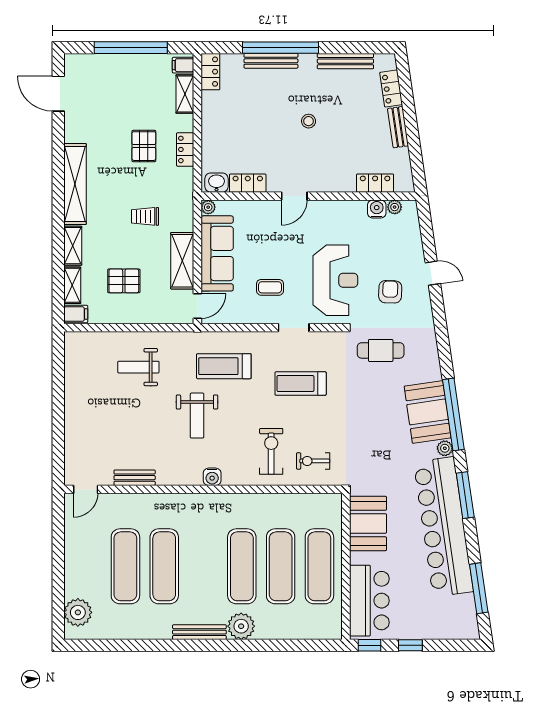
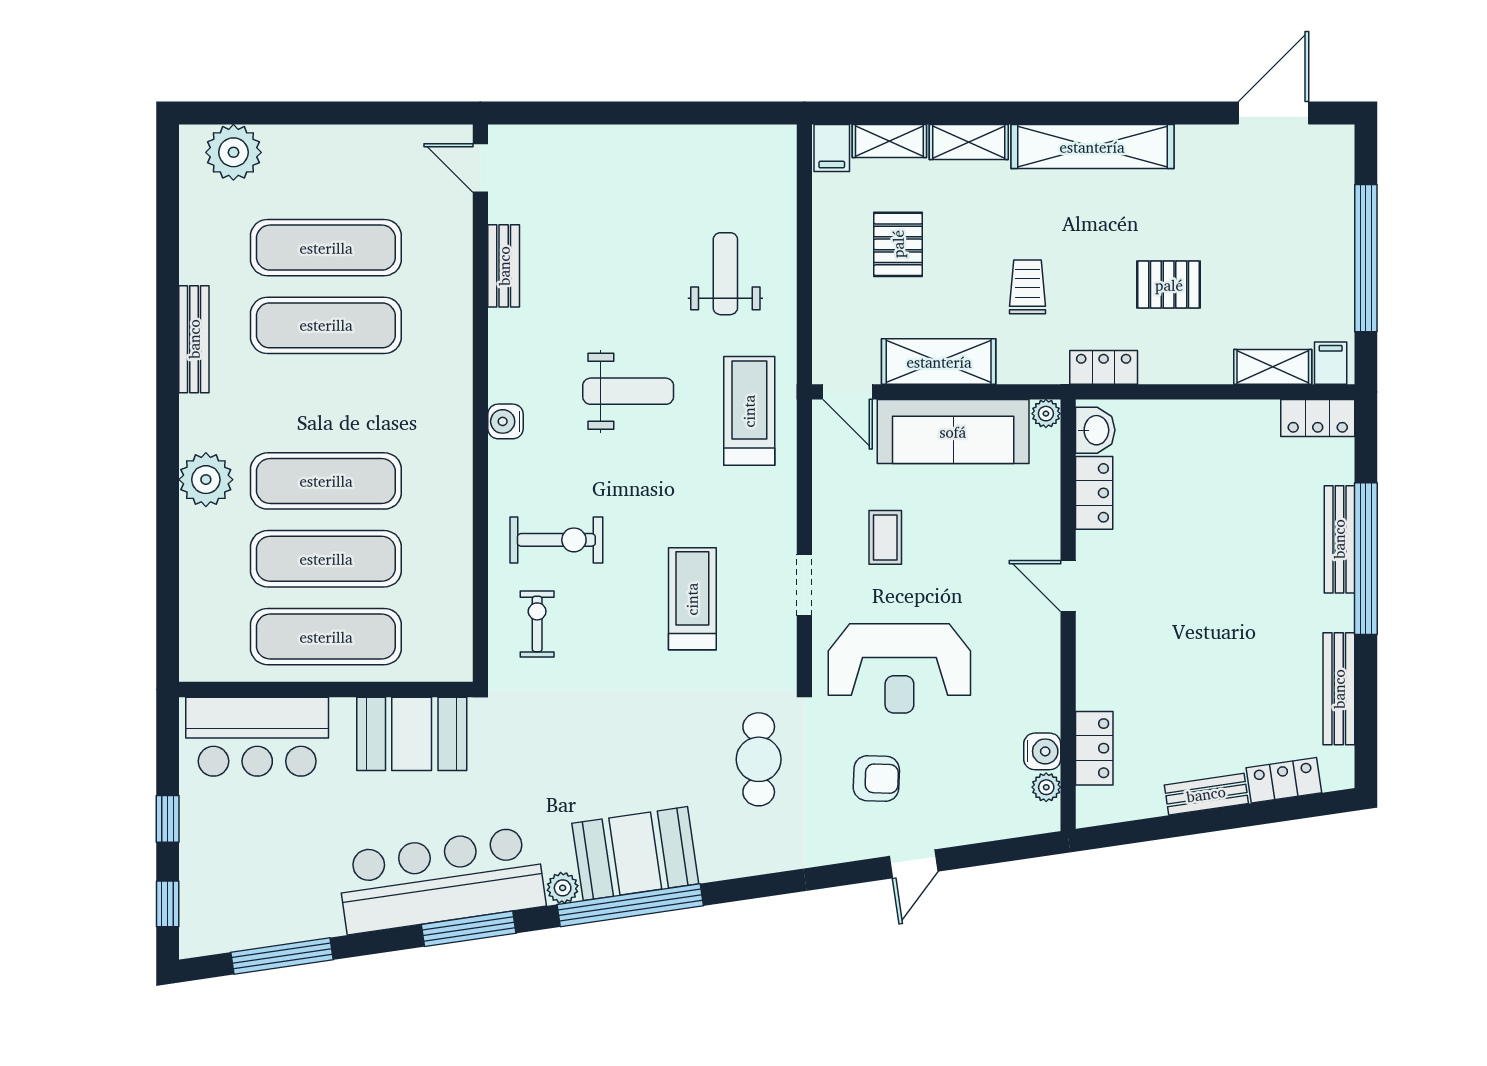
stool: (309, 121) -> (1218, 615), removed
locker: (185, 149) -> (1104, 367), moved
treadmill: (224, 366) -> (749, 411), moved
weight bench: (197, 416) -> (628, 391), turned 180
bar counter: (443, 527) -> (441, 880), width x0.73
bench: (199, 632) -> (194, 339), moved
window: (369, 645) -> (168, 904), moved

